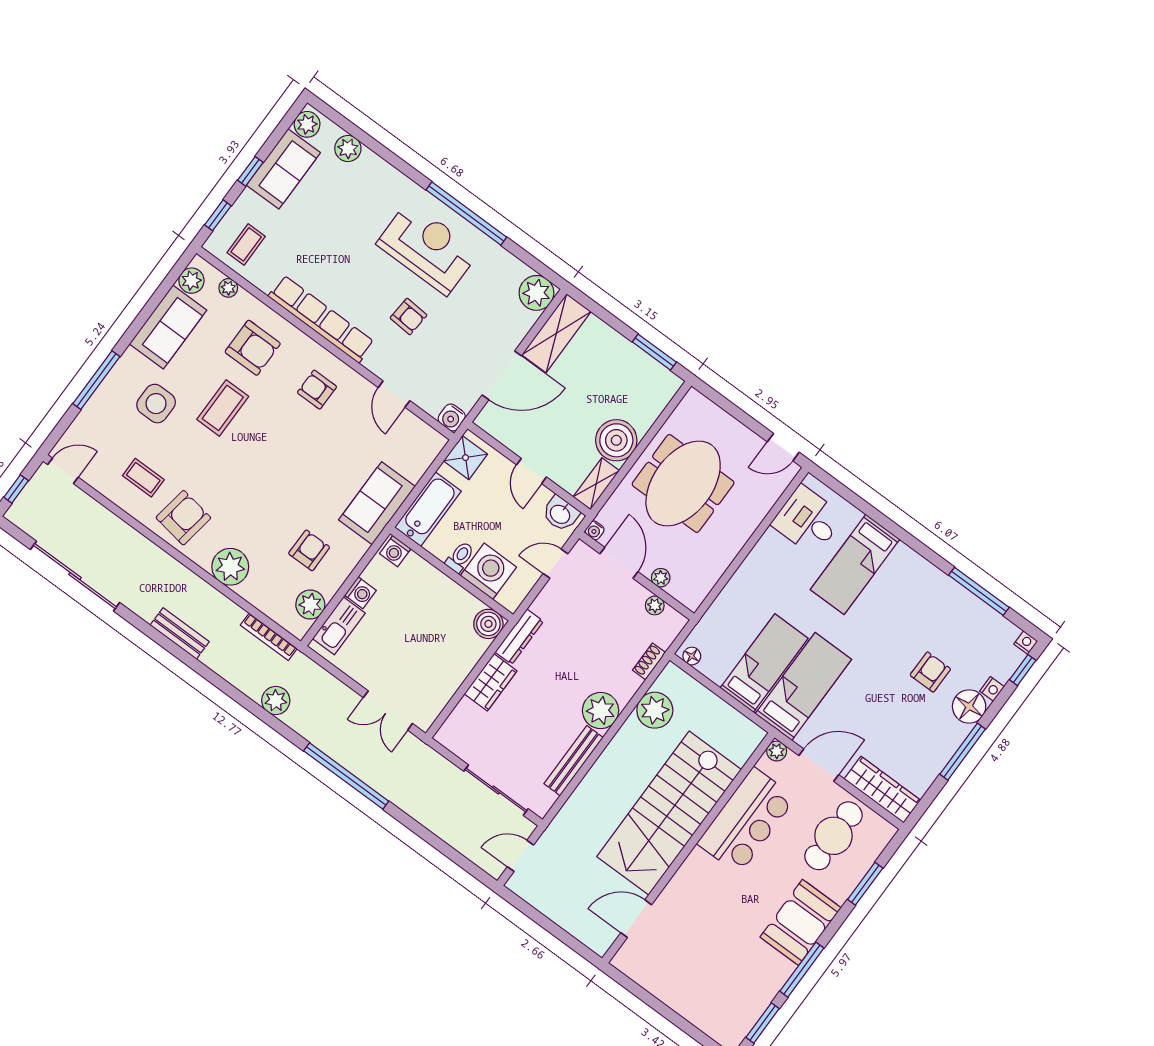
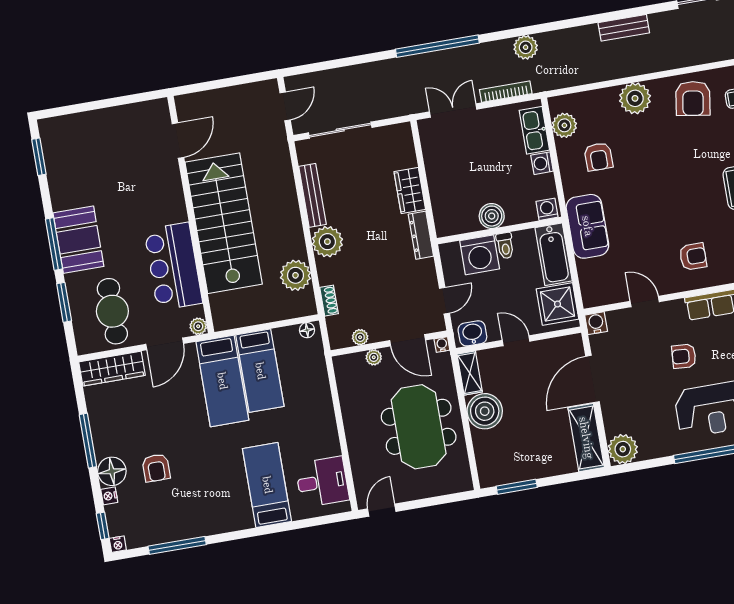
shower: (466, 458) -> (557, 304), width x1.36, depth x1.36
boiler: (488, 624) -> (492, 216), moved
bookcase: (269, 637) -> (506, 92), moved
window: (802, 970) -> (54, 244), moved

